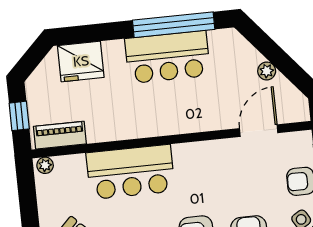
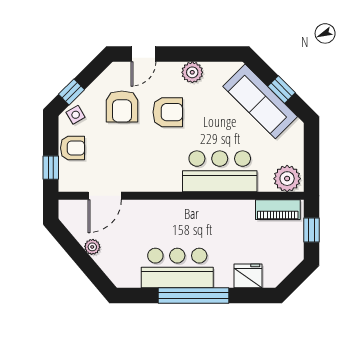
window: (174, 25) -> (194, 295), moved
fridge: (81, 61) -> (248, 276), width x0.73, depth x0.75
plant: (45, 165) -> (287, 179), width x1.88, depth x1.88

